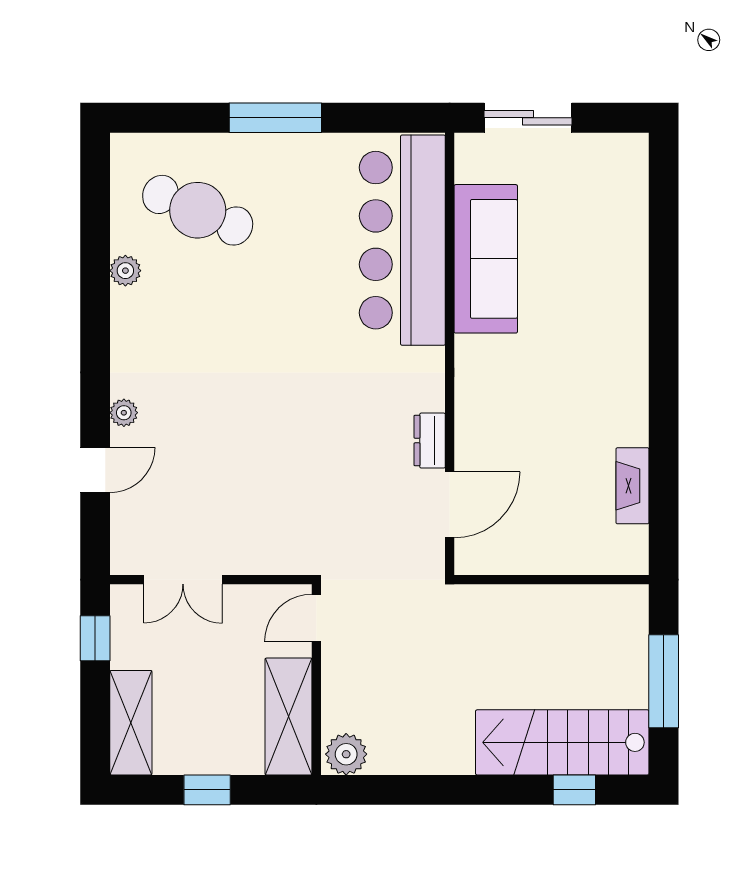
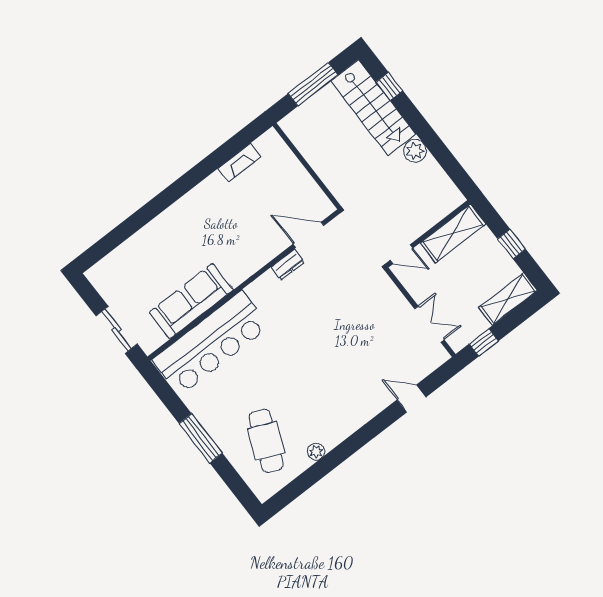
plant: (124, 413) -> (378, 405), removed
plant: (346, 754) -> (415, 151), moved

